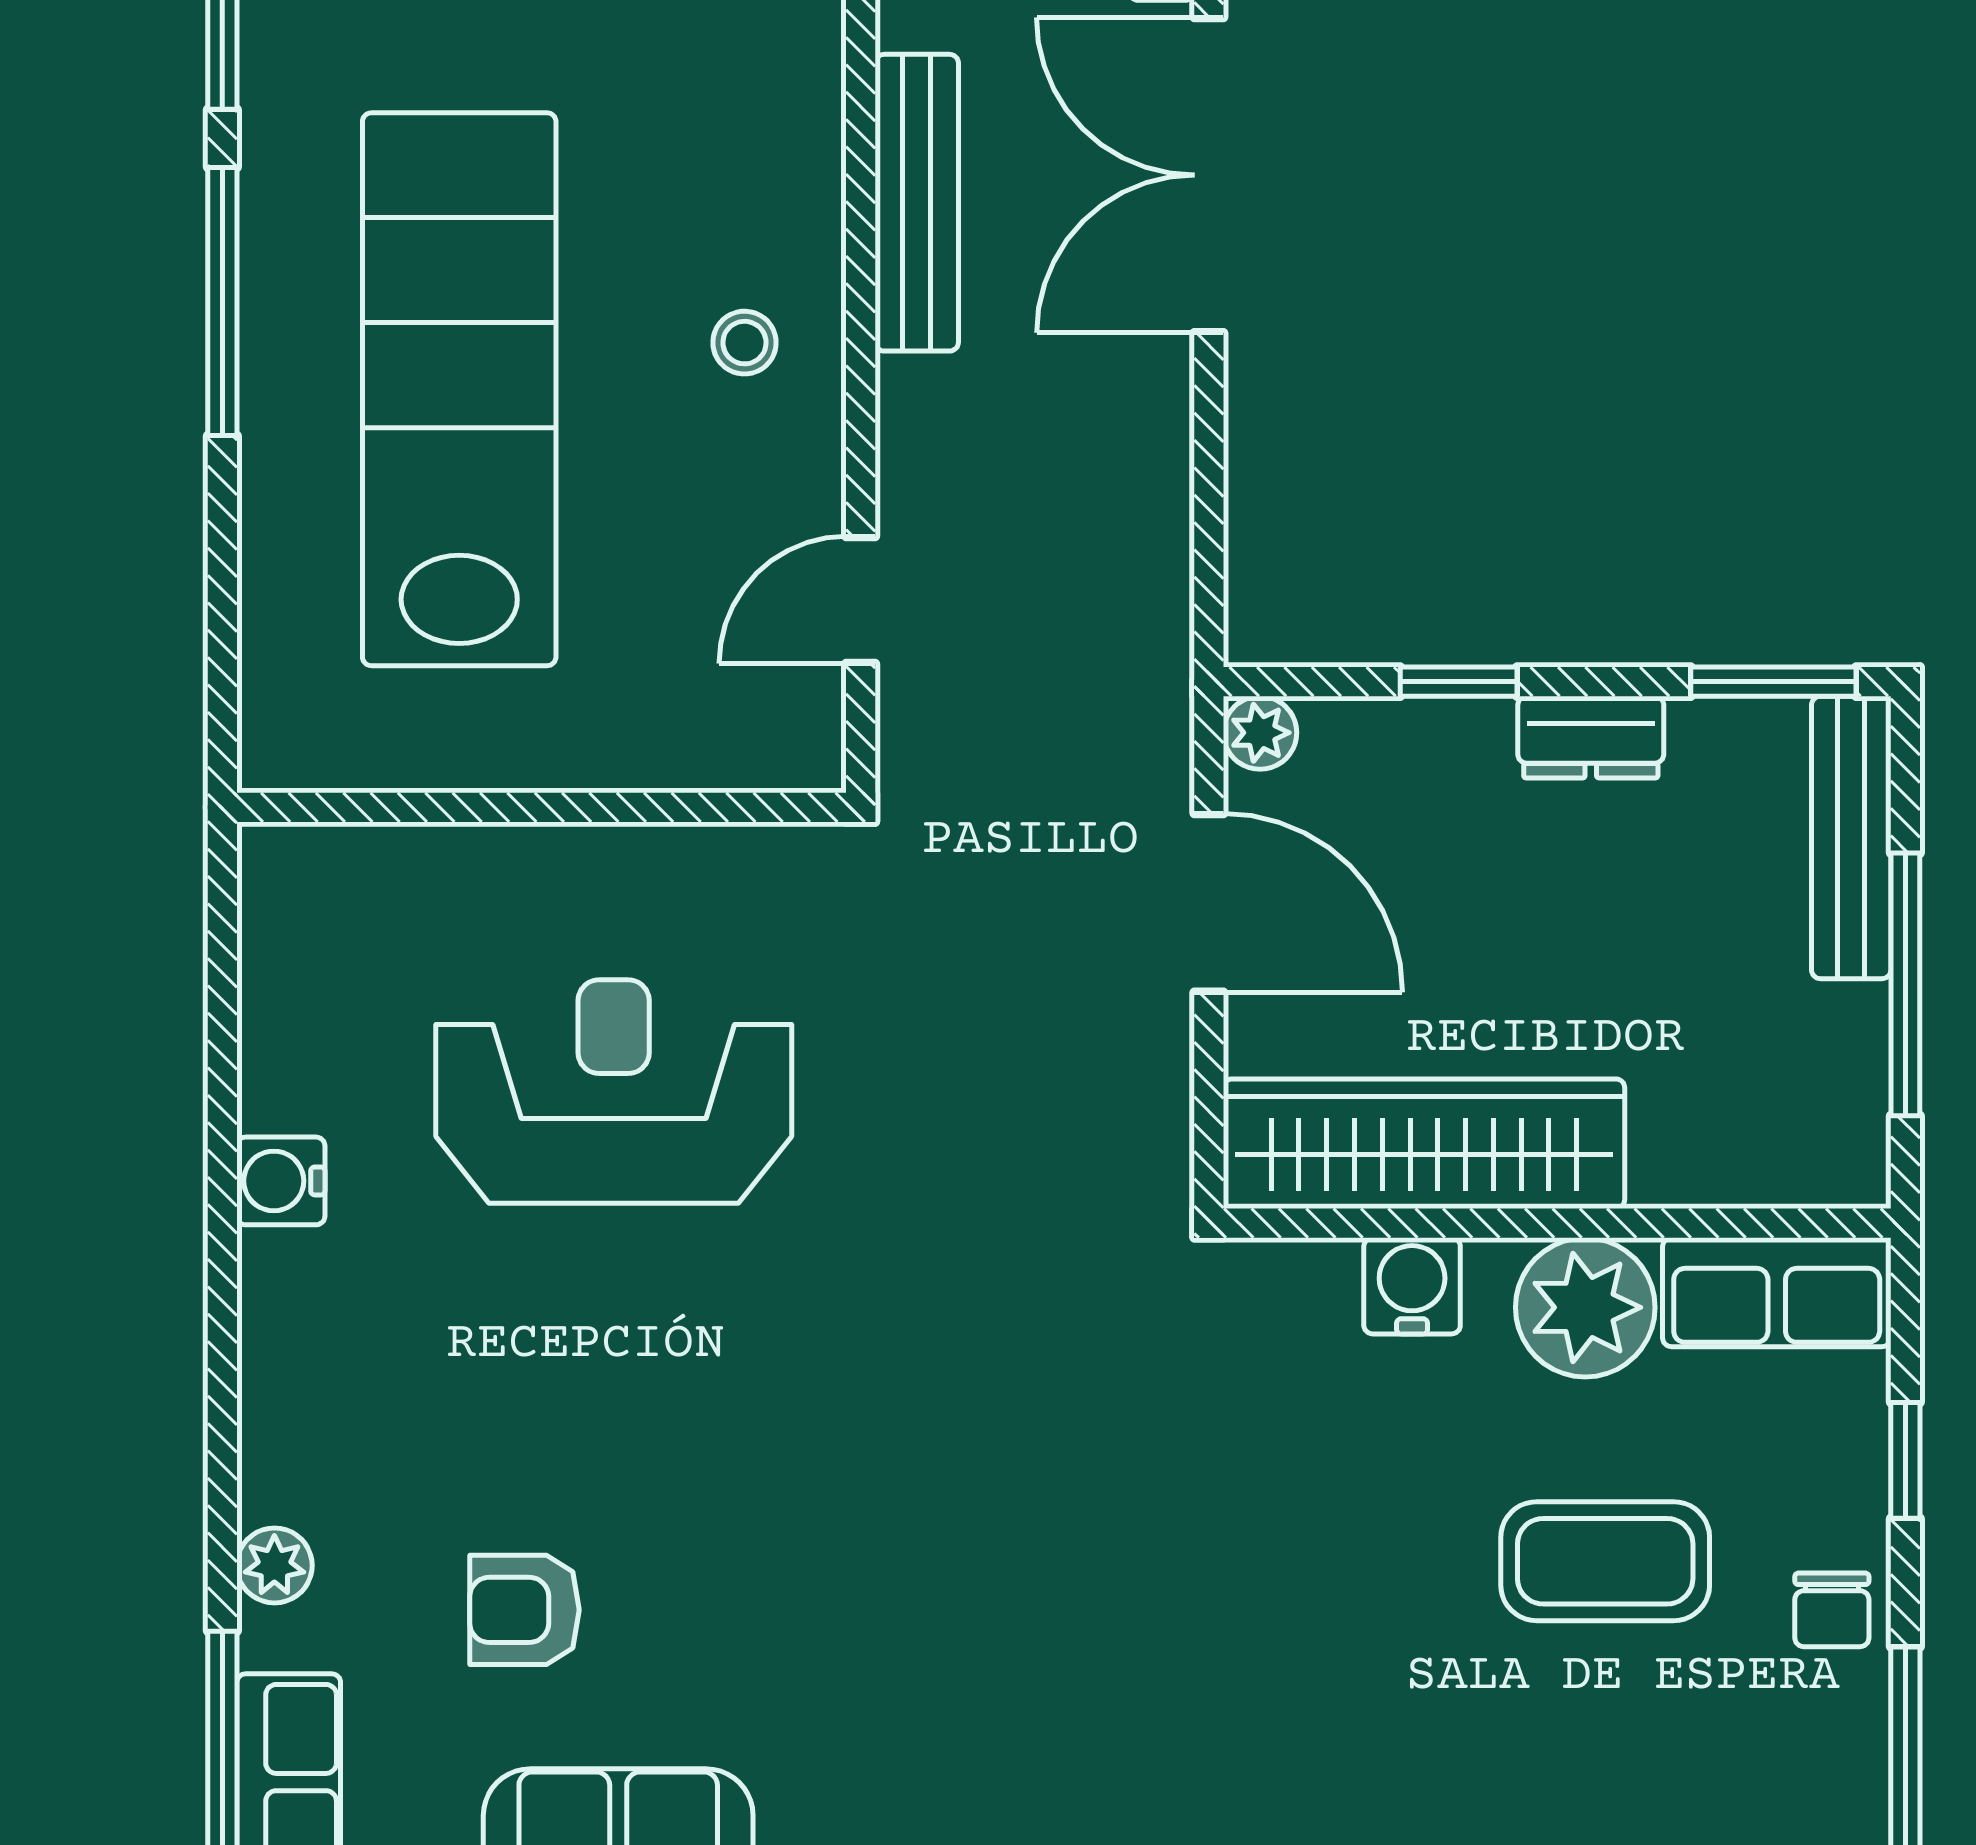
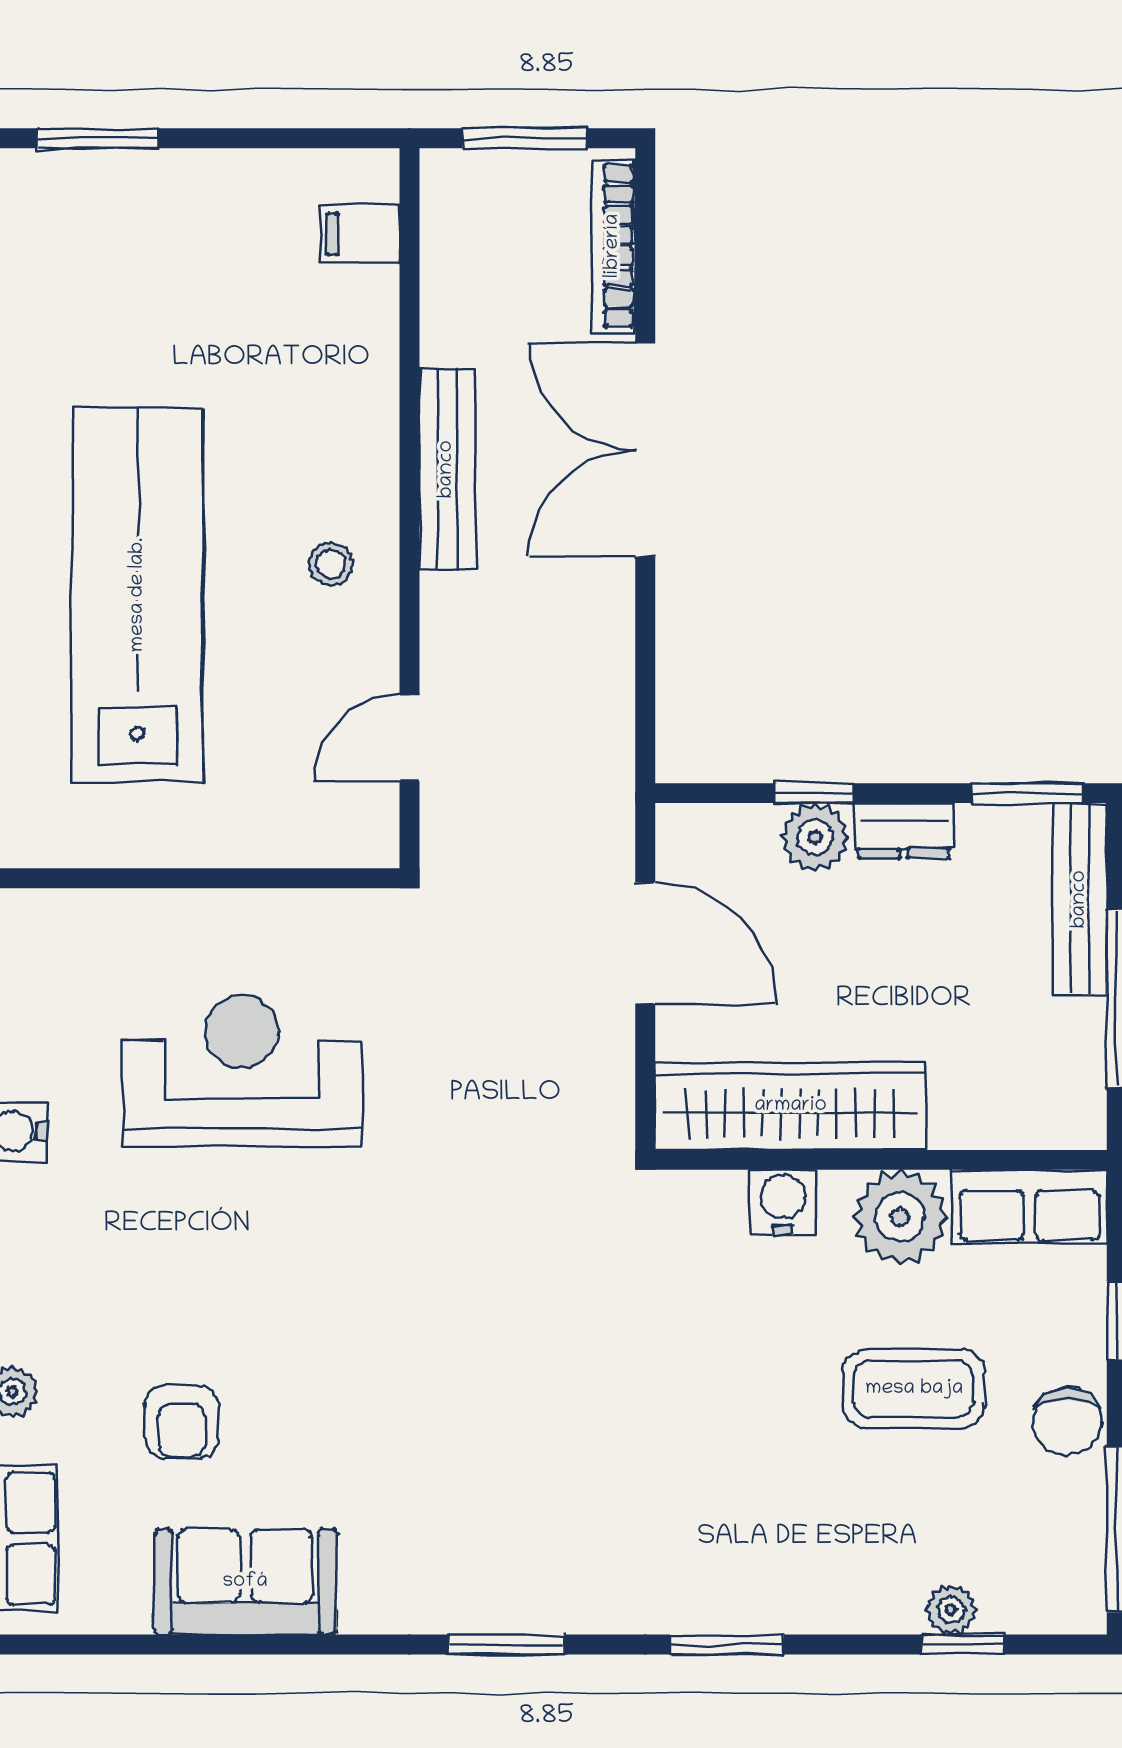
plant: (1260, 733) -> (815, 837), moved, width x1.38, depth x1.38
armchair: (524, 1610) -> (182, 1422), turned -90
chair: (1832, 1610) -> (1067, 1422), width x1.37, depth x1.37

